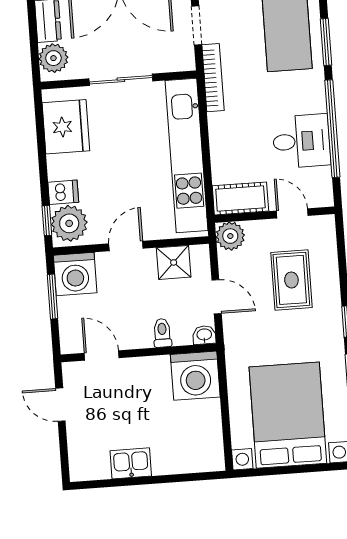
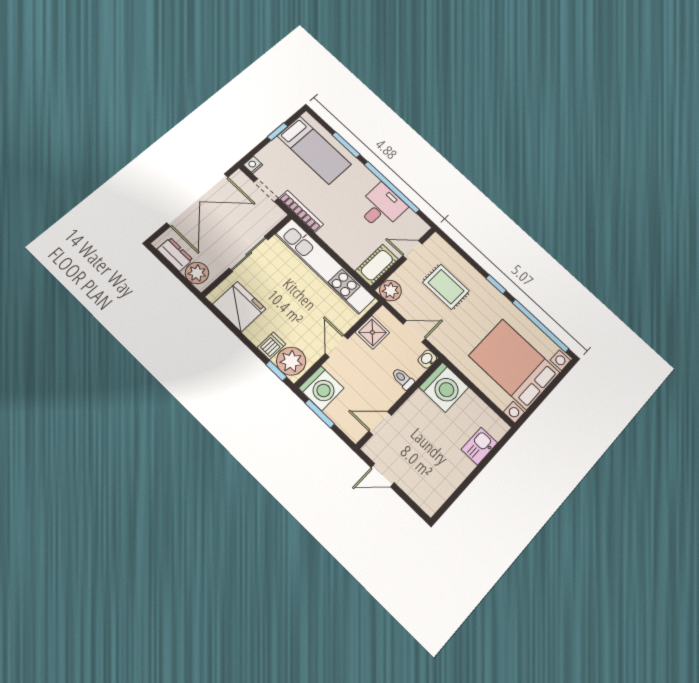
kitchen sink: (131, 463) -> (479, 446), moved

